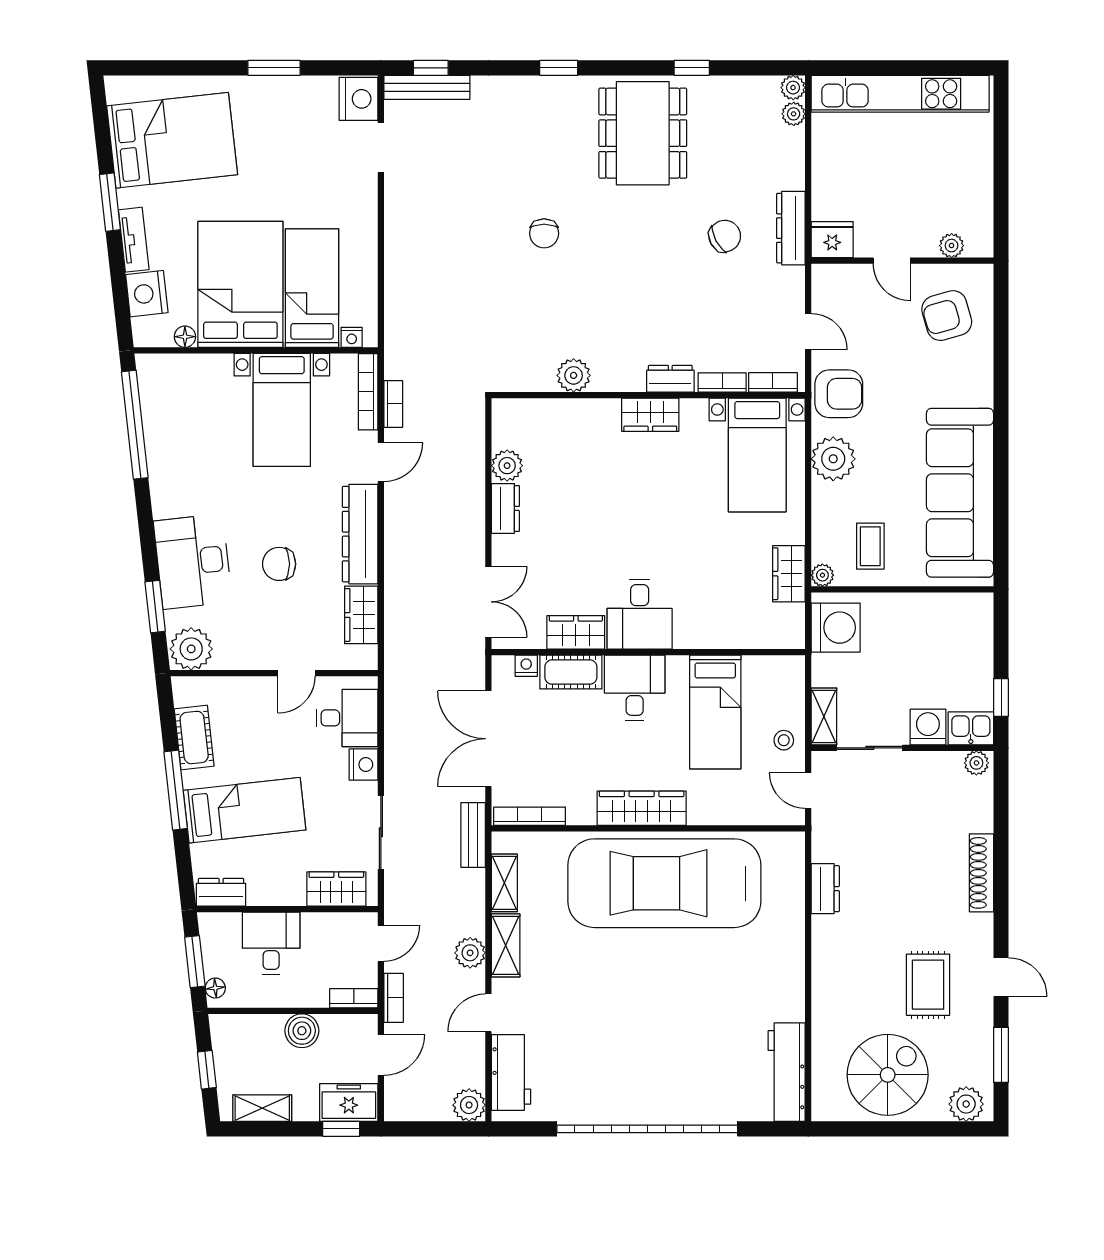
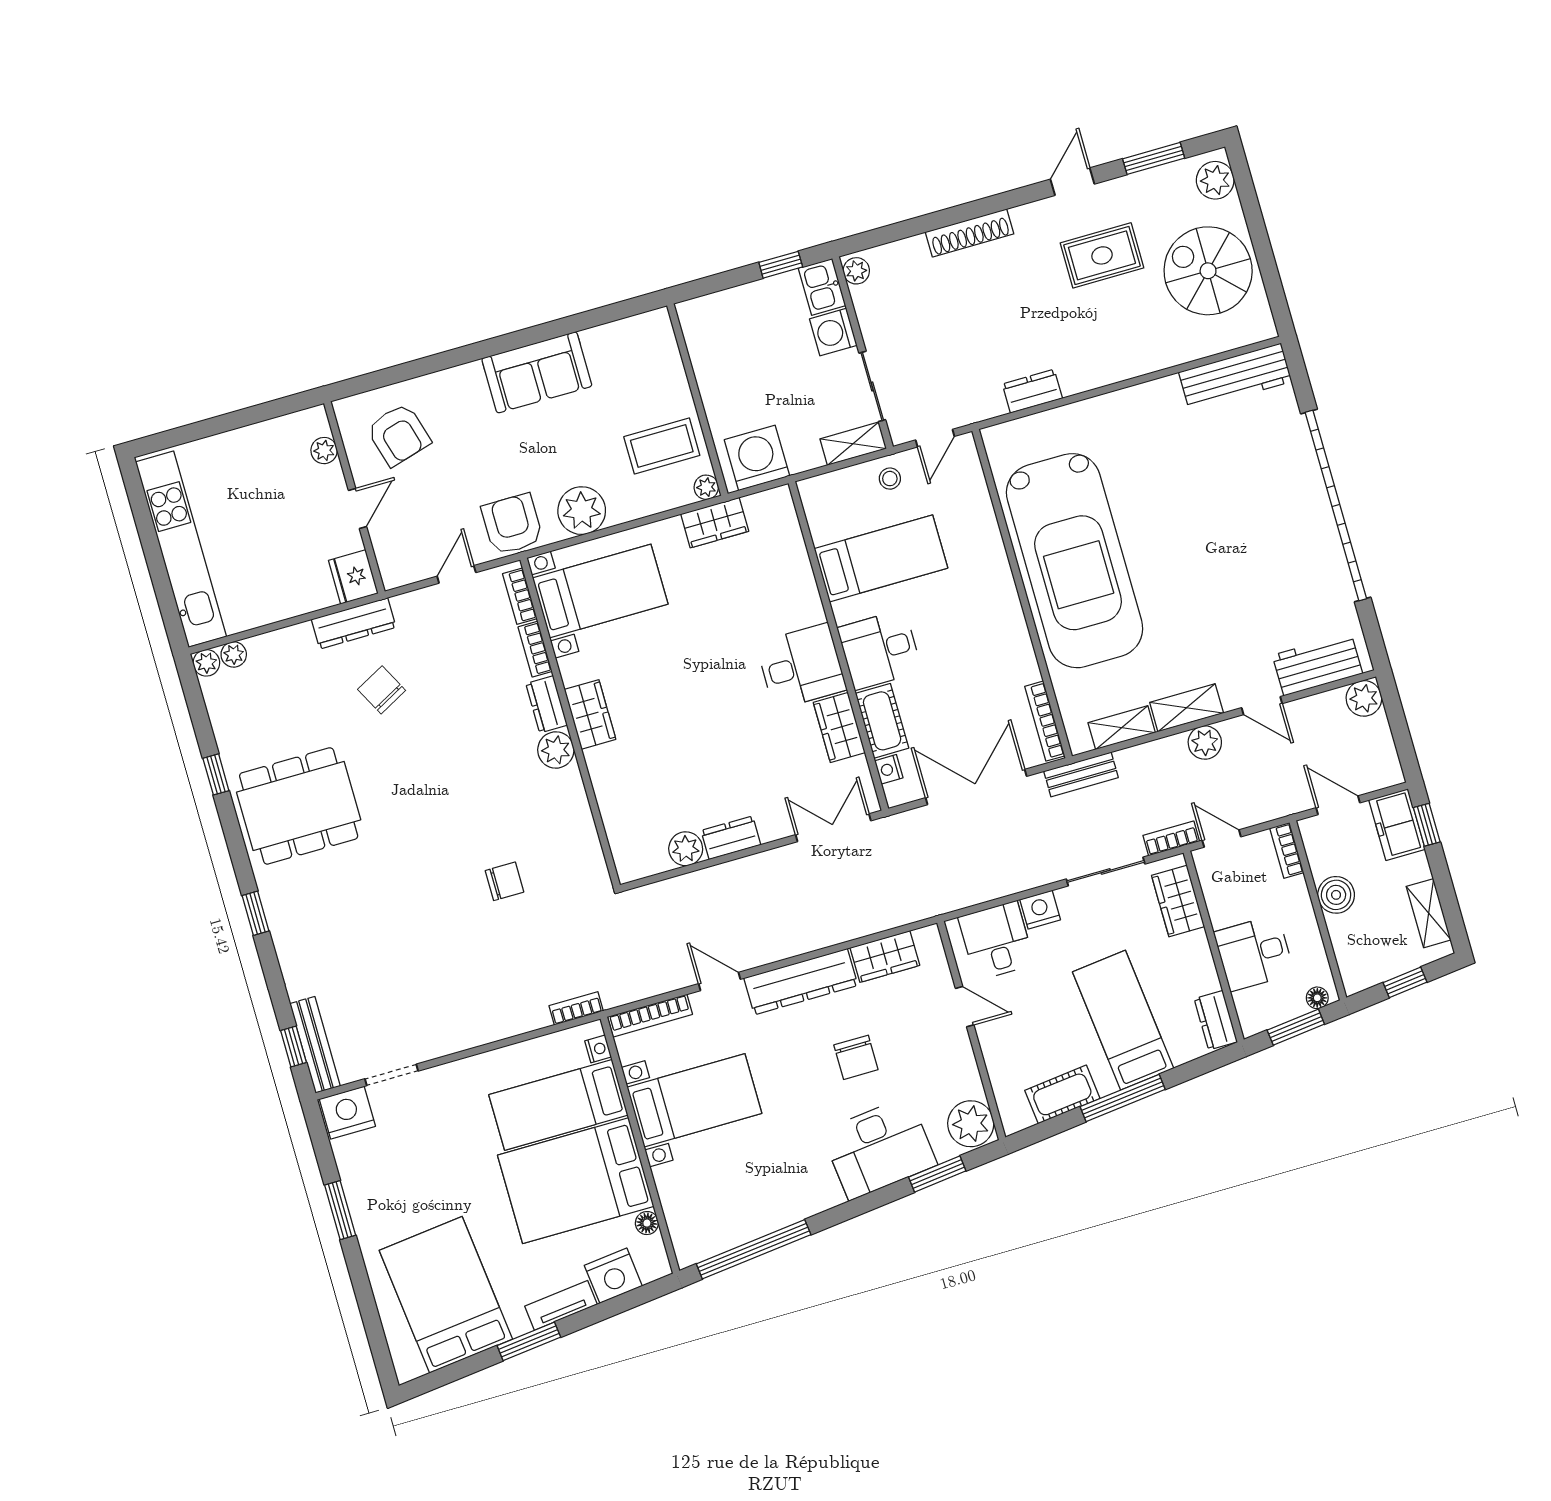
chair: (544, 233) -> (504, 881), moved
plant: (574, 375) -> (556, 750), moved
bookcase: (393, 404) -> (576, 1008), moved
sofa: (960, 493) -> (537, 372), width x0.54, depth x0.79
coffee table: (870, 546) -> (662, 446), width x1.36, depth x1.30
double door: (488, 739) -> (976, 787), swing flipped
wardrobe: (642, 808) -> (1003, 607), removed
bookcase: (394, 998) -> (1171, 838), moved

